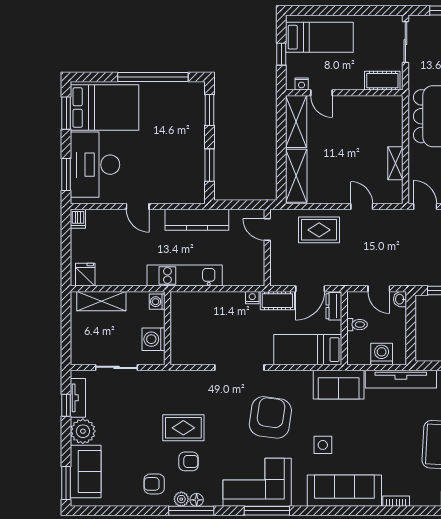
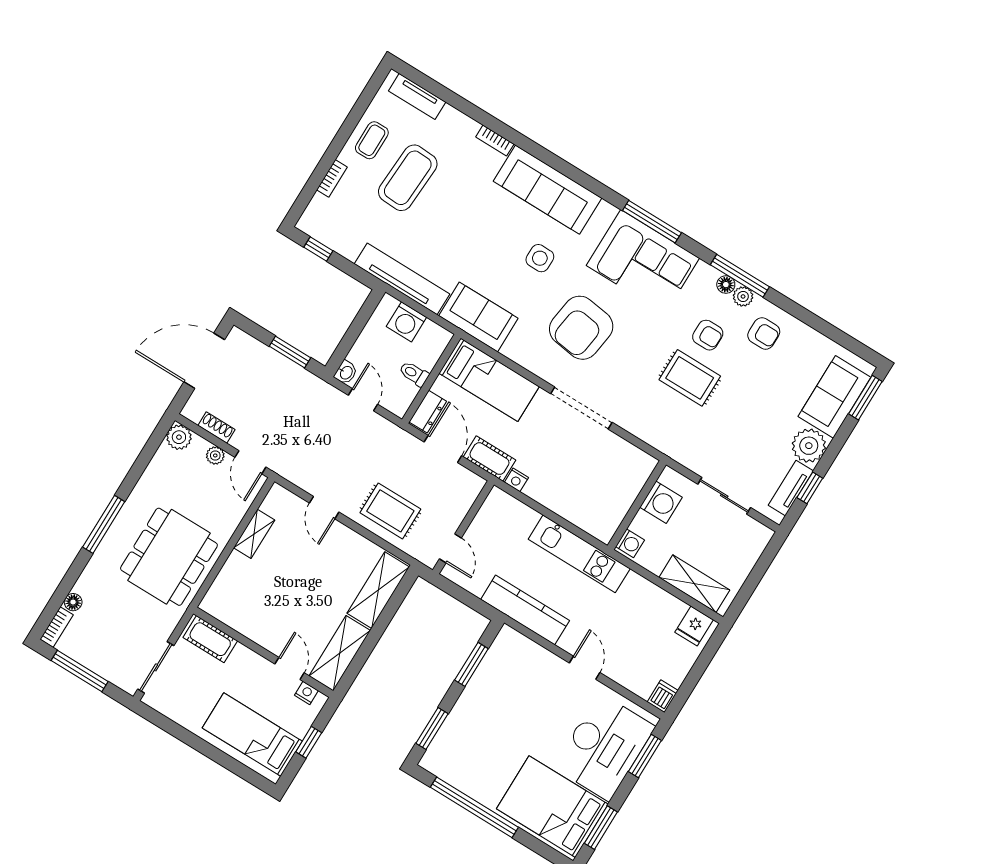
door: (310, 289) -> (443, 449), hinge flipped
armchair: (188, 461) -> (708, 335), turned 180

